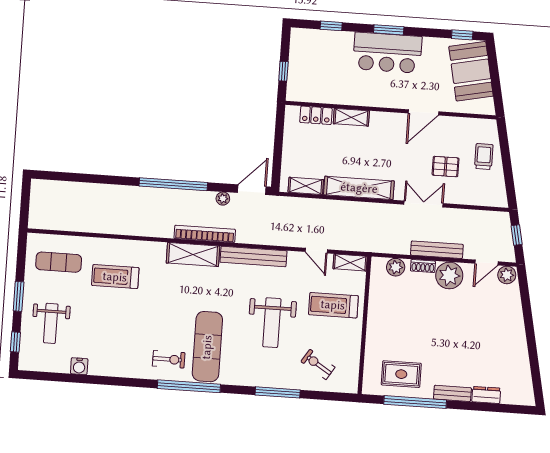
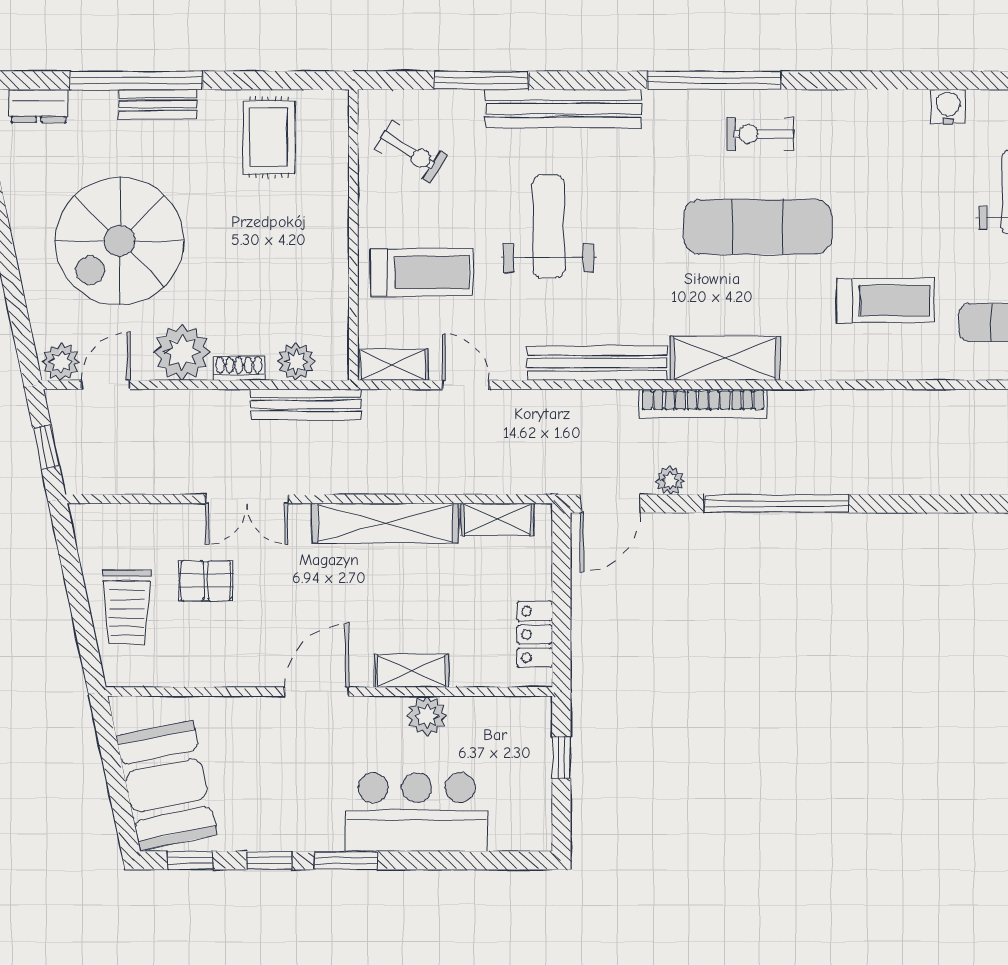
window: (331, 26) -> (269, 860), moved
bar counter: (387, 53) -> (417, 812), moved
plant: (346, 96) -> (427, 716), added
door: (423, 112) -> (317, 692), moved
locker: (316, 115) -> (535, 634), moved, turned -90
trolley: (484, 157) -> (127, 608), width x1.36, depth x1.39
bench: (437, 250) -> (306, 404), moved
spiral stairs: (475, 330) -> (120, 241), added
exercise mat: (207, 347) -> (758, 227), moved, turned 90
exercise bike: (318, 364) -> (411, 152), moved
rug: (401, 374) -> (269, 137), turned 90
bench: (261, 378) -> (563, 109), added
window: (278, 392) -> (481, 80), moved
dresser: (486, 395) -> (39, 106), moved
window: (415, 402) -> (136, 80), moved

